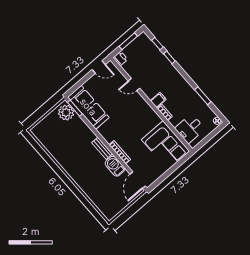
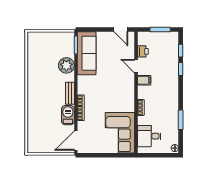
printer: (120, 59) -> (143, 51), moved
filing cabinet: (158, 100) -> (144, 80), moved
plant: (66, 113) -> (66, 65), moved

